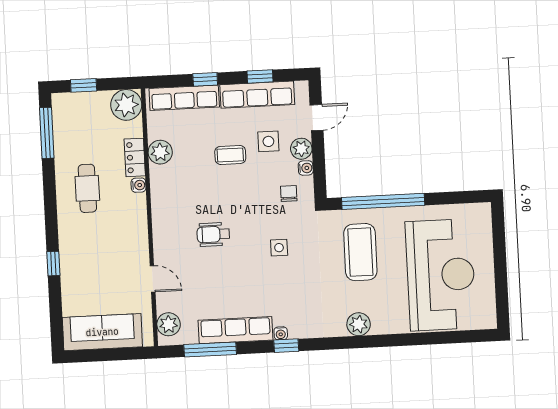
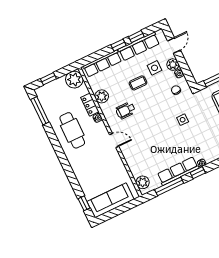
window: (205, 79) -> (118, 45), moved
cafe table: (87, 188) -> (72, 130), width x1.37, depth x1.35
wheelchair: (213, 234) -> (126, 110), moved
window: (53, 264) -> (84, 203), moved
door: (153, 279) -> (114, 140), moved
window: (286, 346) -> (198, 173), moved

